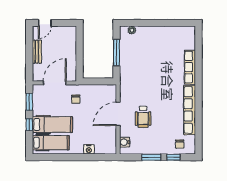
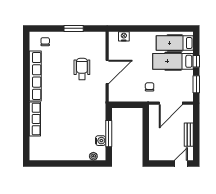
water cooler: (125, 142) -> (101, 141), moved
nightstand: (89, 149) -> (124, 36), moved
window: (174, 157) -> (51, 28), removed

